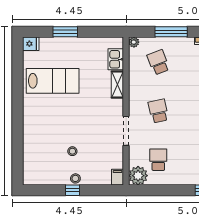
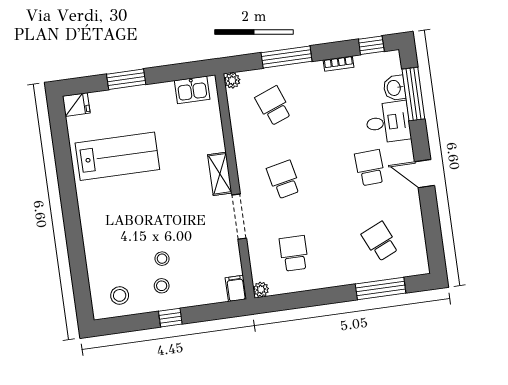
kitchen sink: (116, 59) -> (192, 90), moved, turned -90
shelving: (117, 84) -> (220, 174), moved
stool: (42, 171) -> (120, 295), added
plant: (138, 176) -> (261, 289), width x0.53, depth x0.53
stool: (75, 178) -> (162, 286), moved

